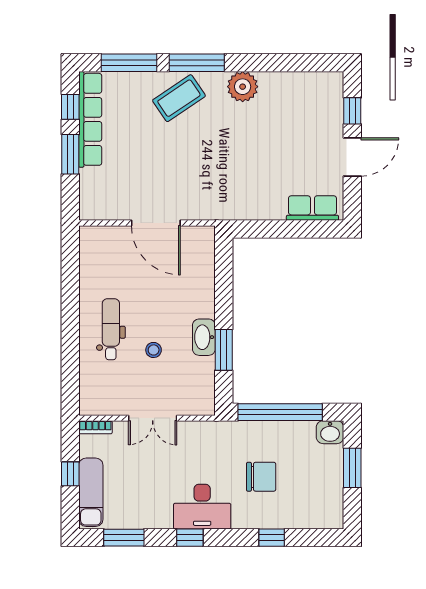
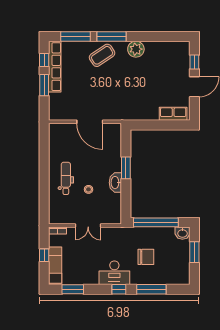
window: (224, 350) -> (126, 168), moved
window: (190, 538) -> (119, 289), moved
window: (272, 538) -> (151, 289), width x2.17

